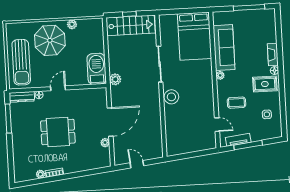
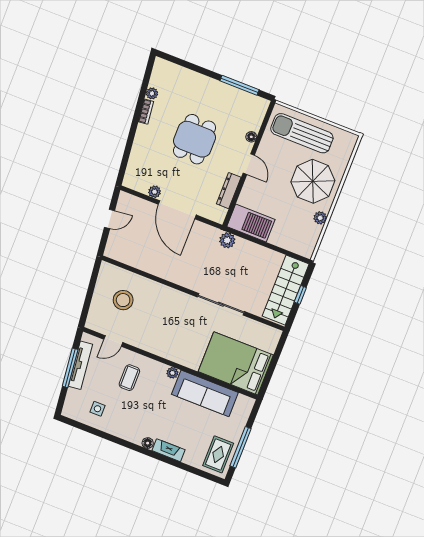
rug: (265, 84) -> (218, 454), moved
dresser: (22, 97) -> (229, 191), moved
stool: (171, 97) -> (123, 300), moved
tv unit: (238, 140) -> (80, 365), width x1.41

